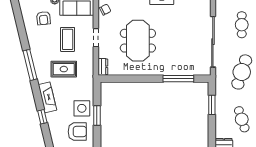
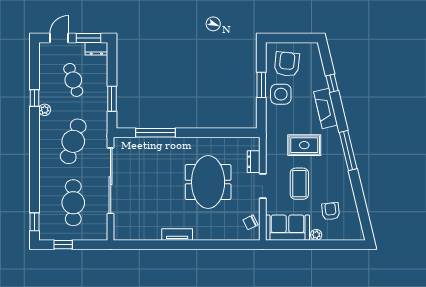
cafe table: (242, 25) -> (73, 203), width x1.37, depth x1.35
dresser: (103, 67) -> (254, 162), moved
armchair: (77, 132) -> (287, 64), turned 96

